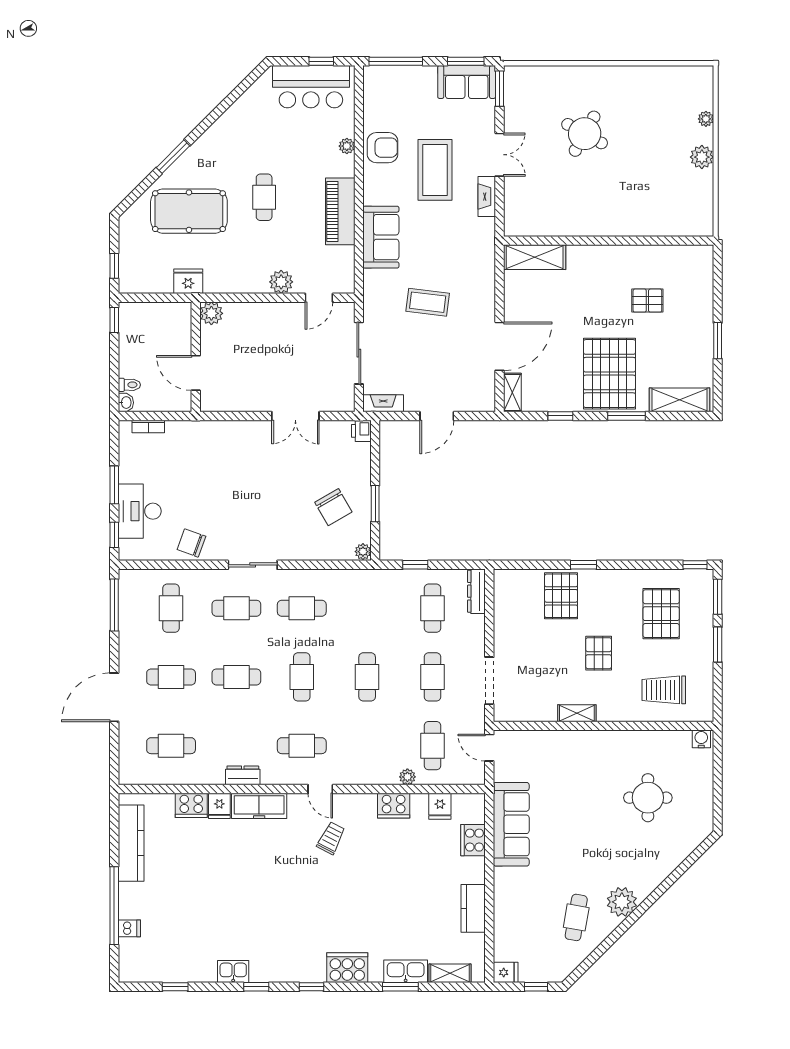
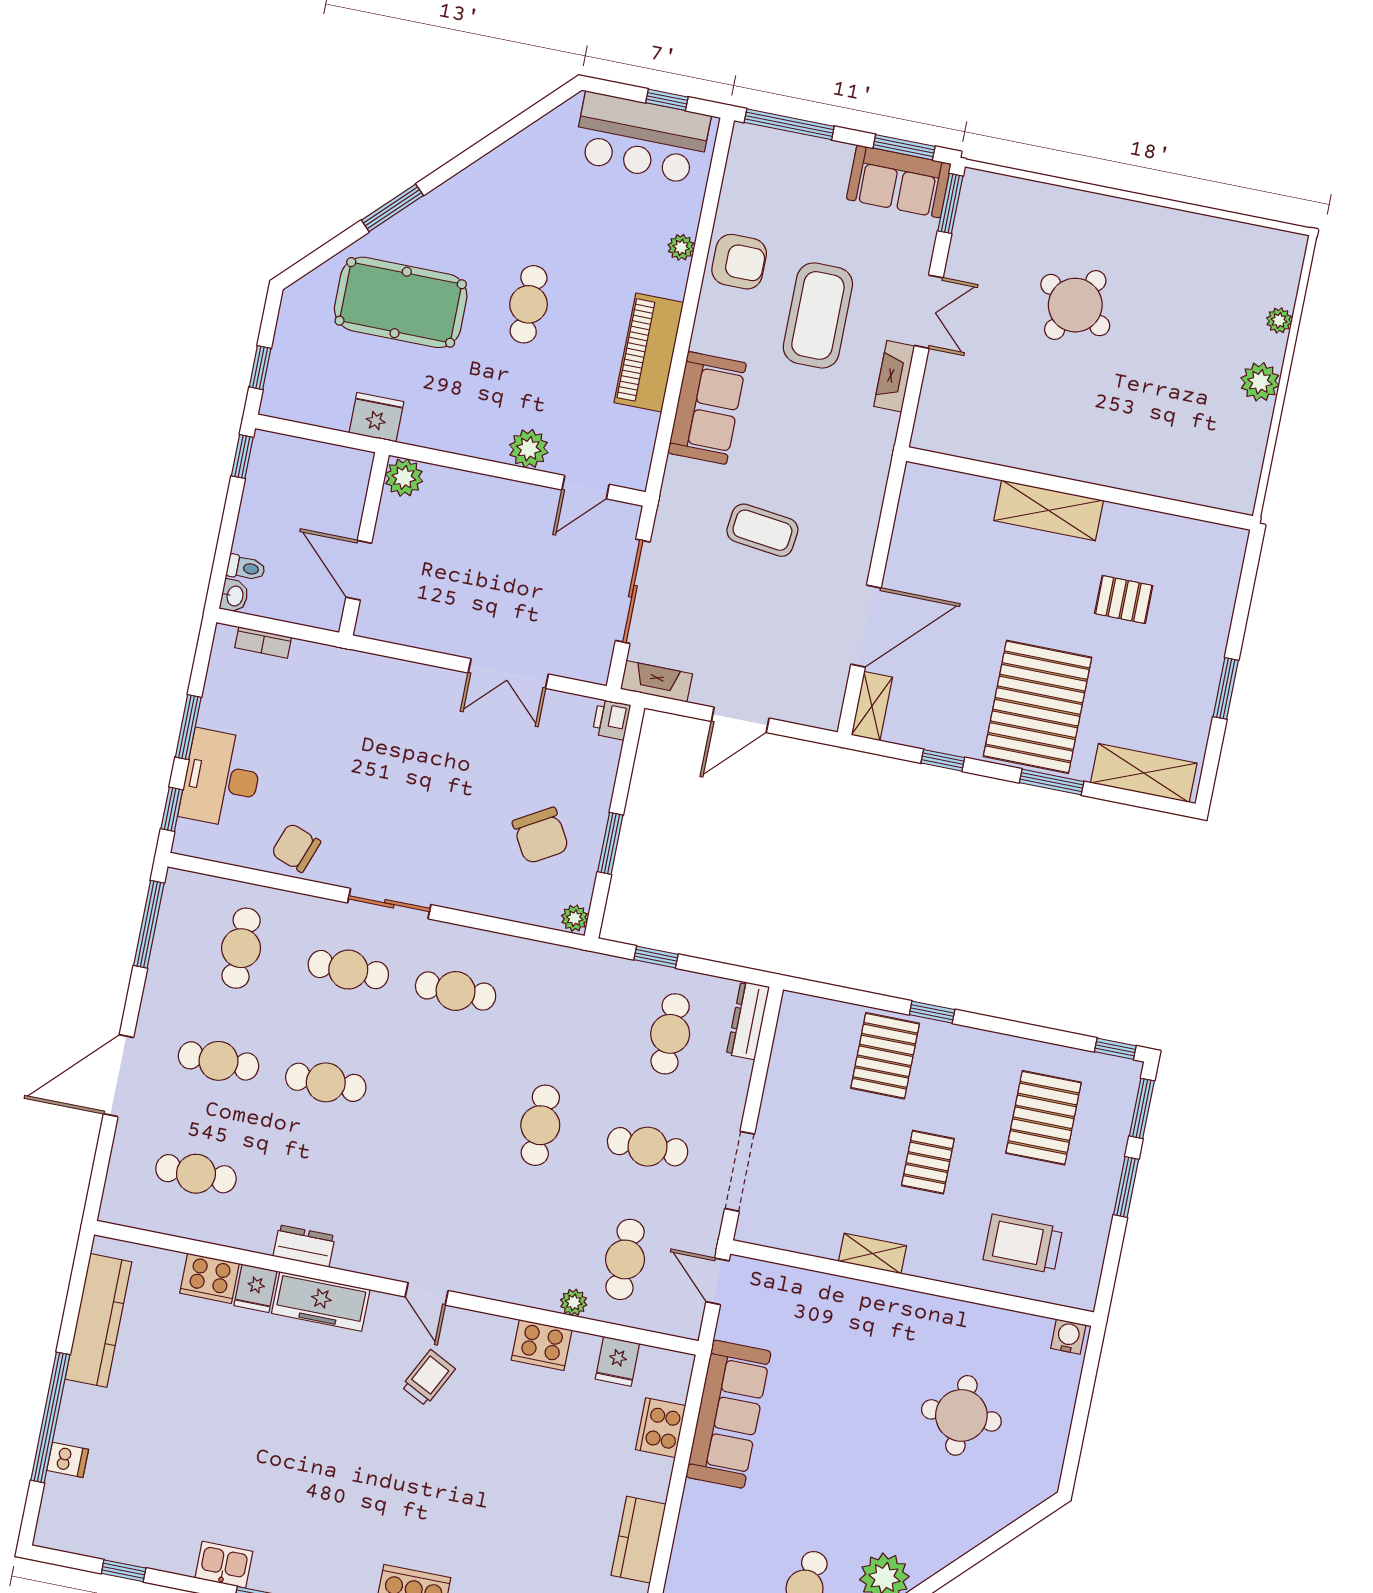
shelving: (535, 257) -> (1049, 510), moved
cafe table: (302, 677) -> (433, 1104), removed
cafe table: (432, 677) -> (648, 1147), turned 90
cafe table: (302, 746) -> (410, 1217), removed

